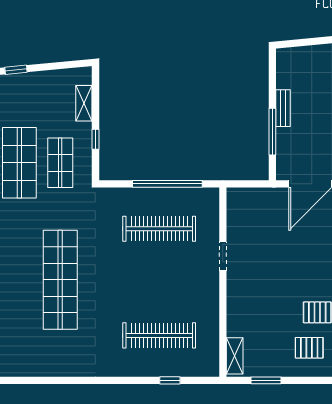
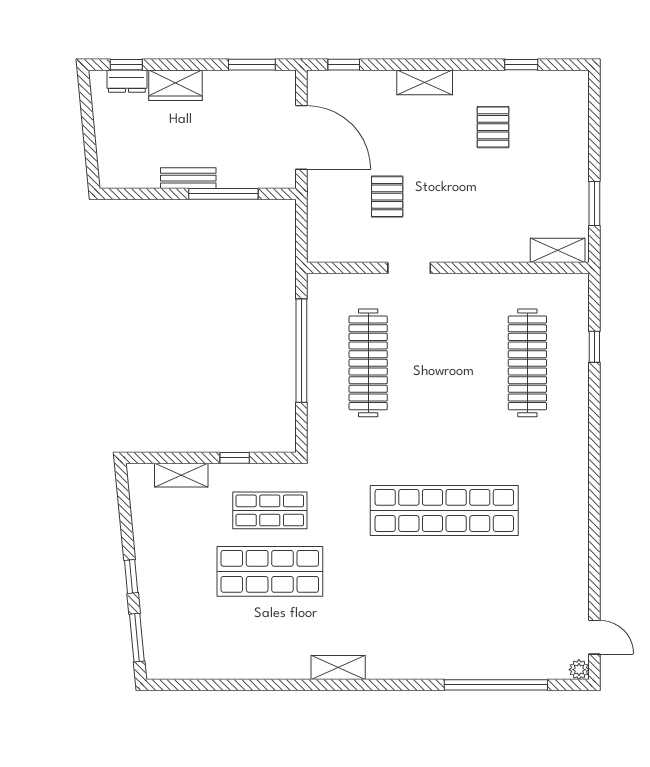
pallet: (309, 348) -> (387, 197), moved

